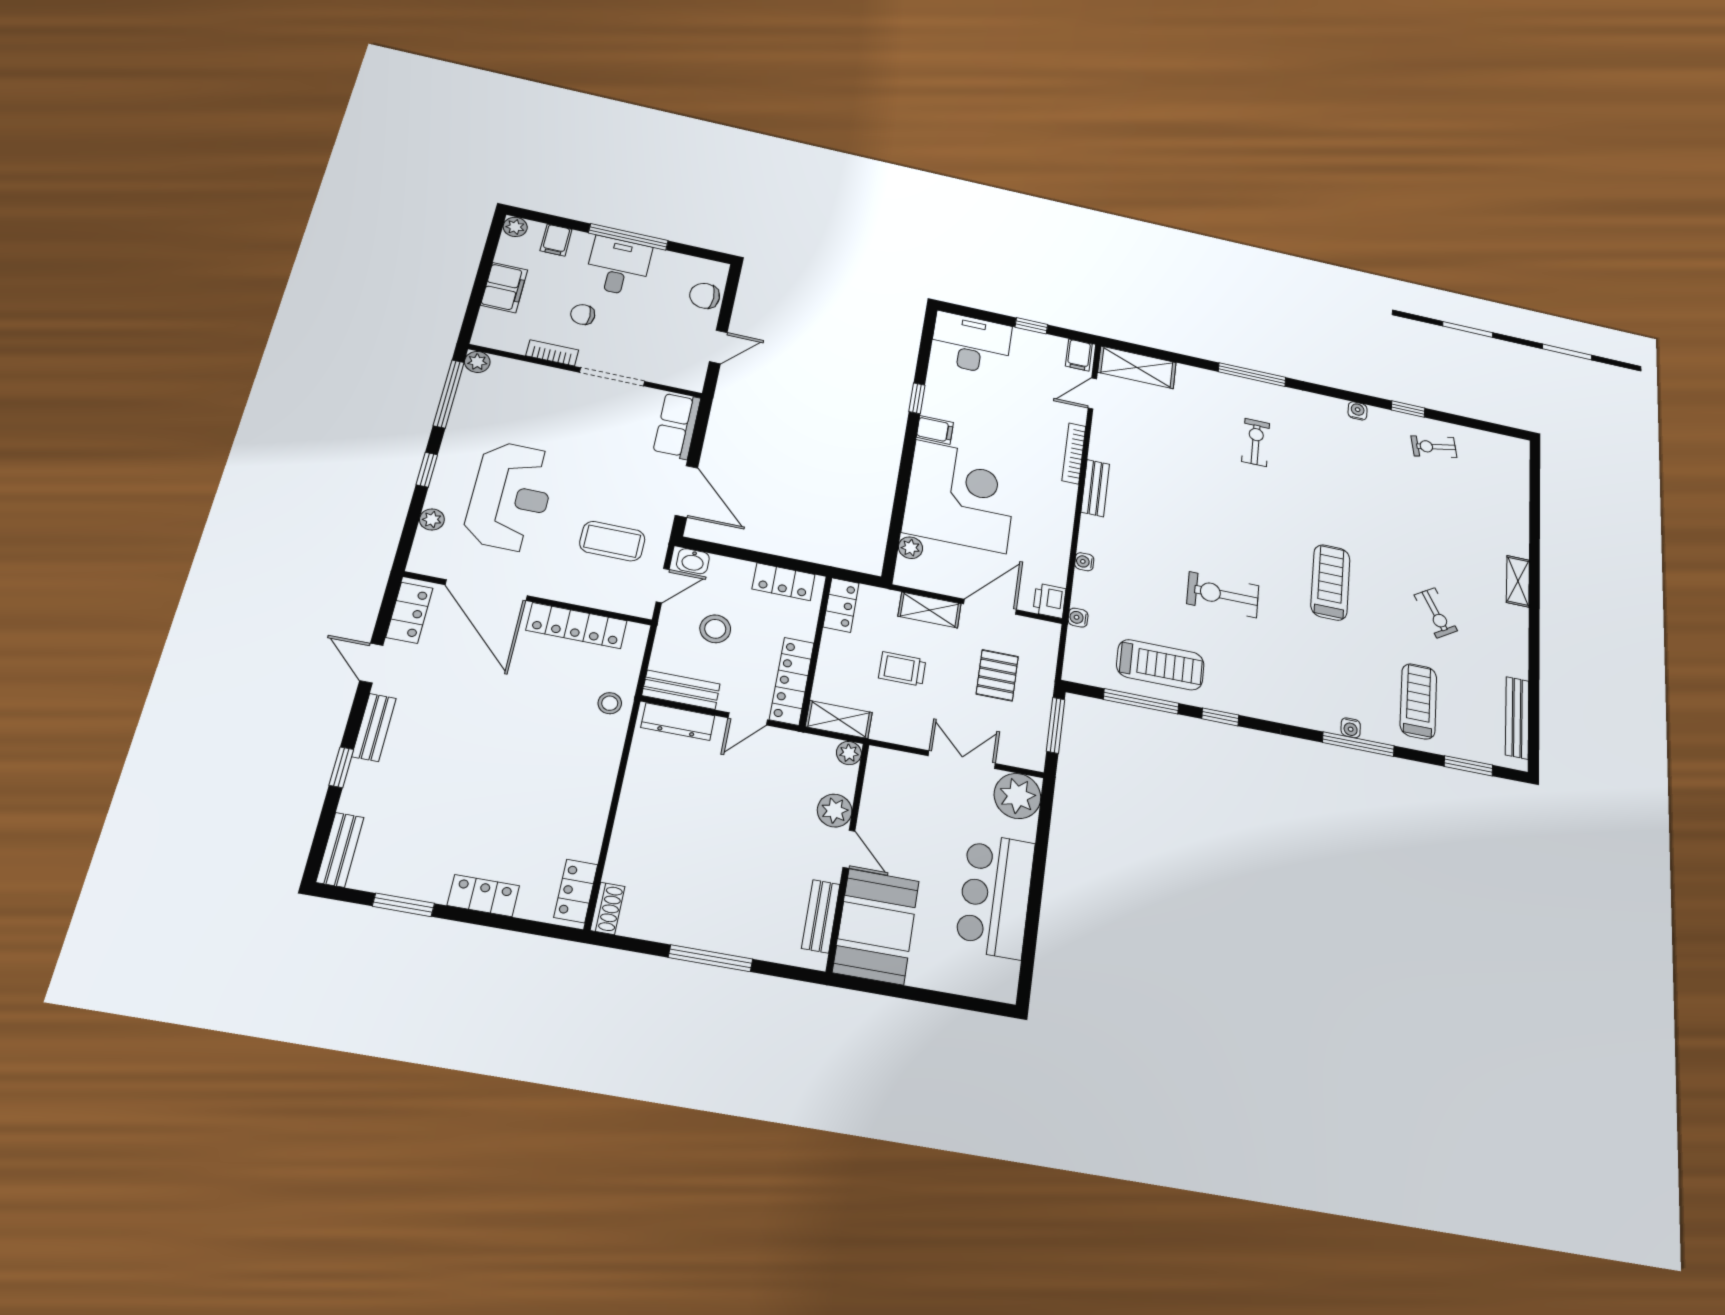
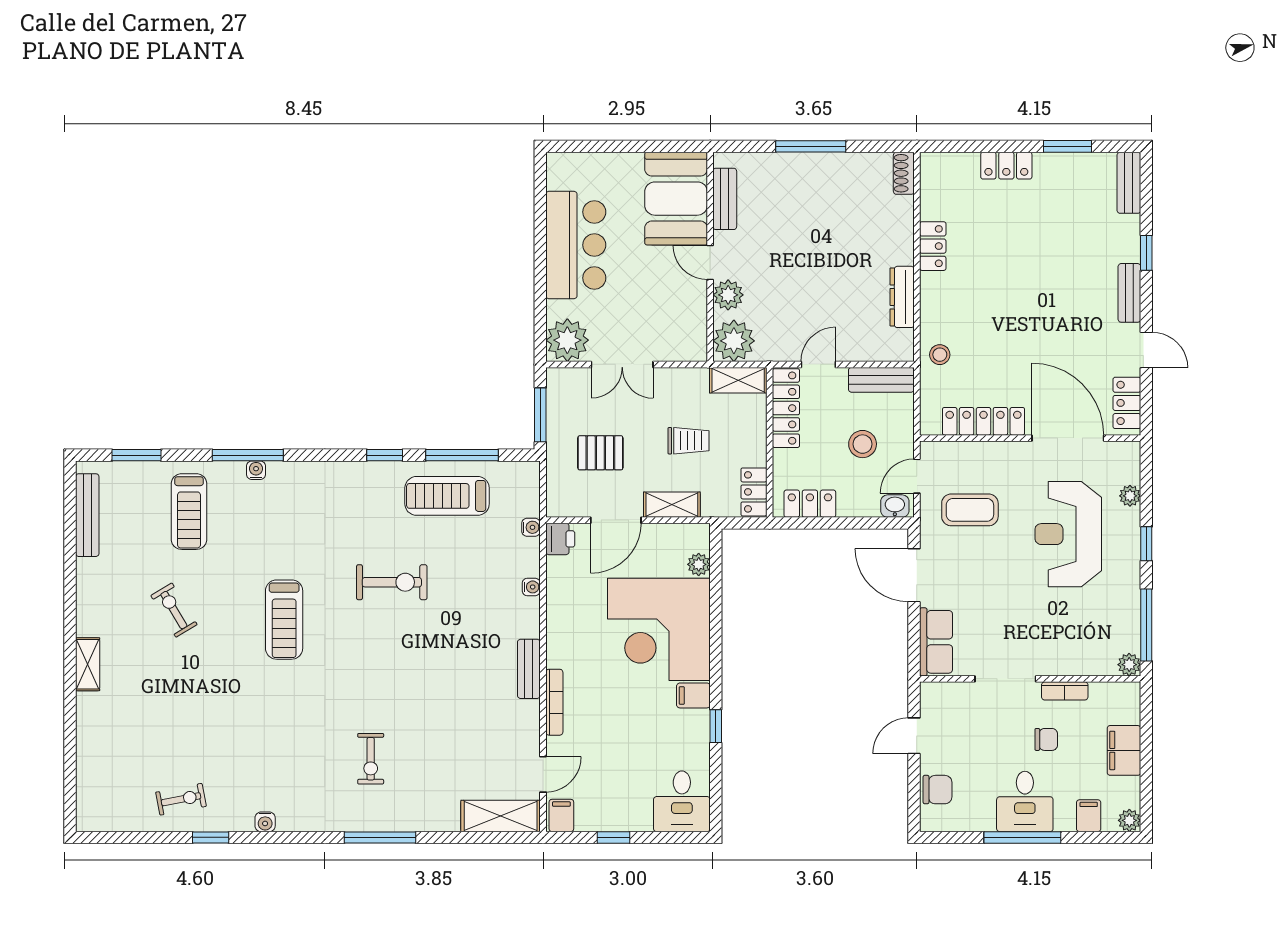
desk: (971, 344) -> (682, 801), width x0.73
pallet: (997, 675) -> (600, 453), turned 90
dresser: (678, 722) -> (902, 297), moved, turned -90
plant: (849, 753) -> (734, 341), width x1.87, depth x1.87
locker: (576, 891) -> (933, 246), moved

